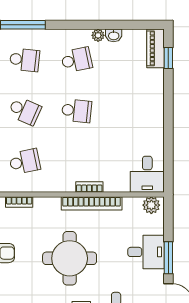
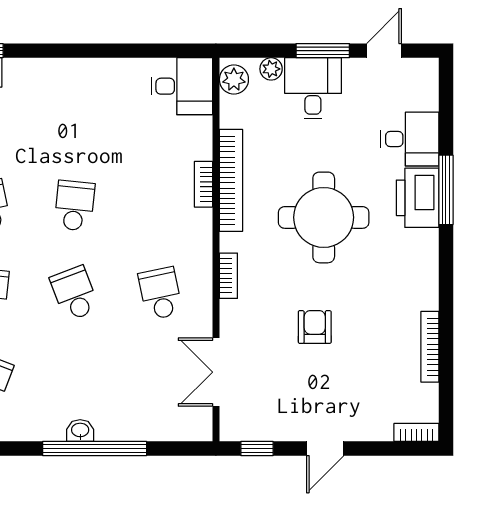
school desk: (25, 111) -> (74, 293), turned -45
bookcase: (19, 202) -> (228, 276), moved
plant: (158, 227) -> (271, 69), added

